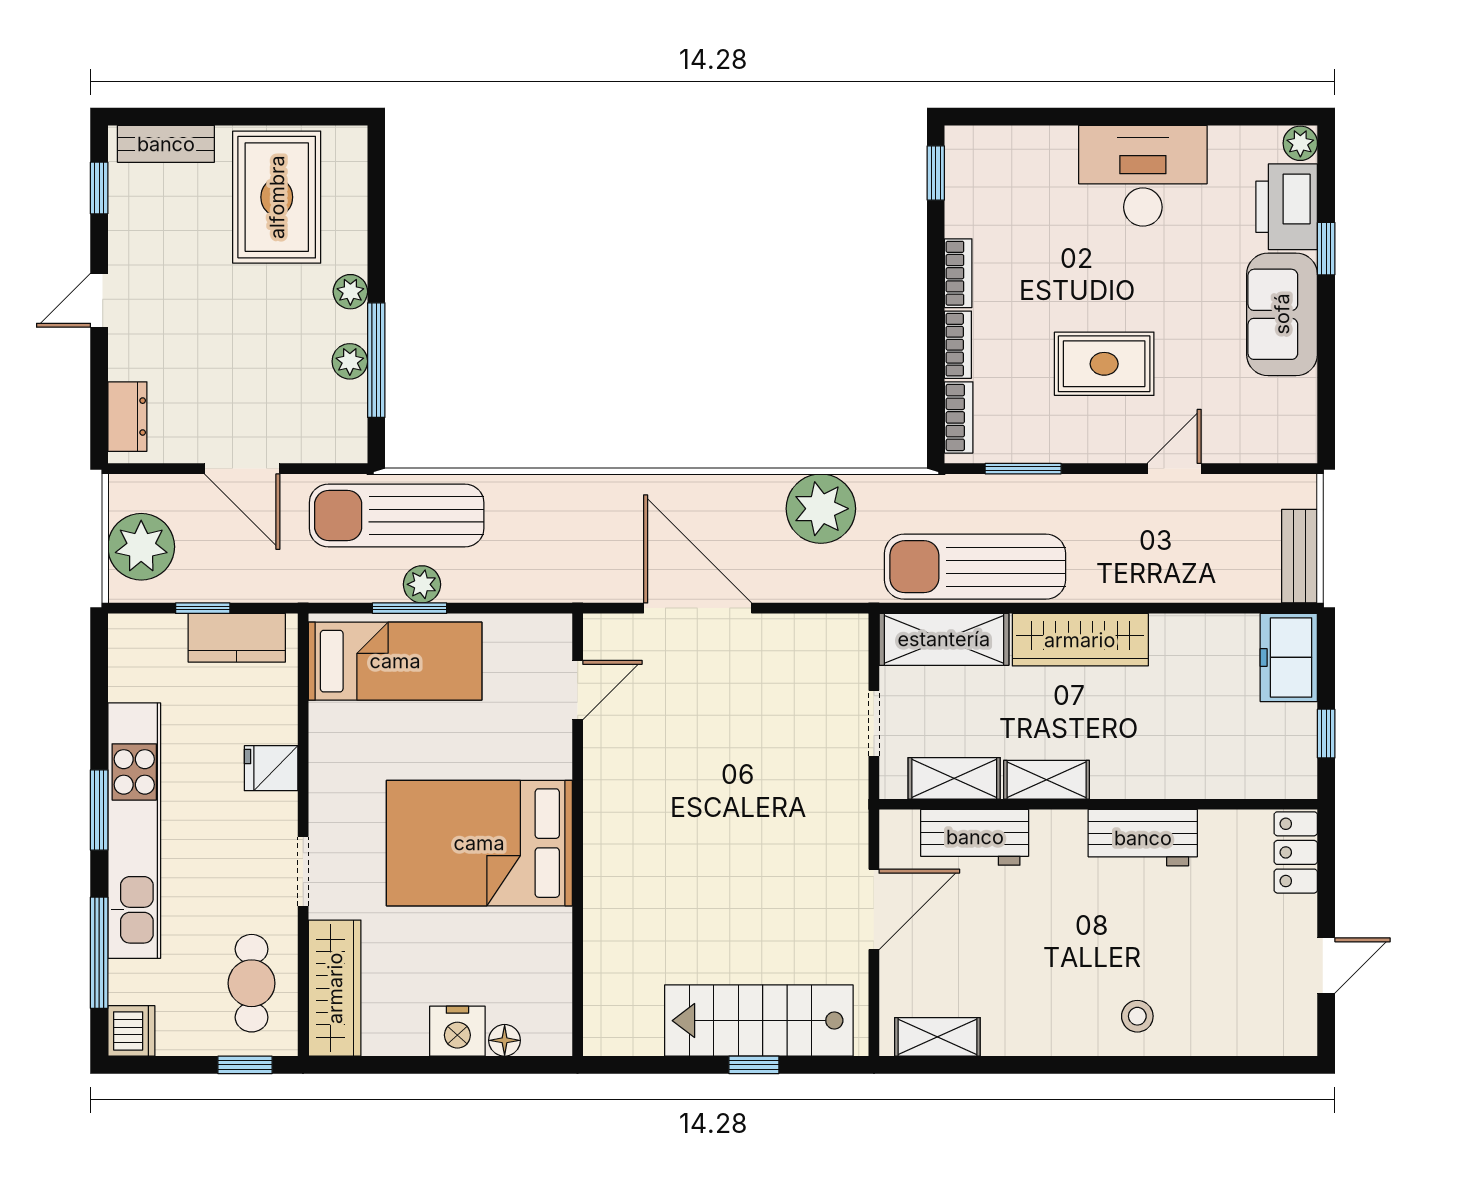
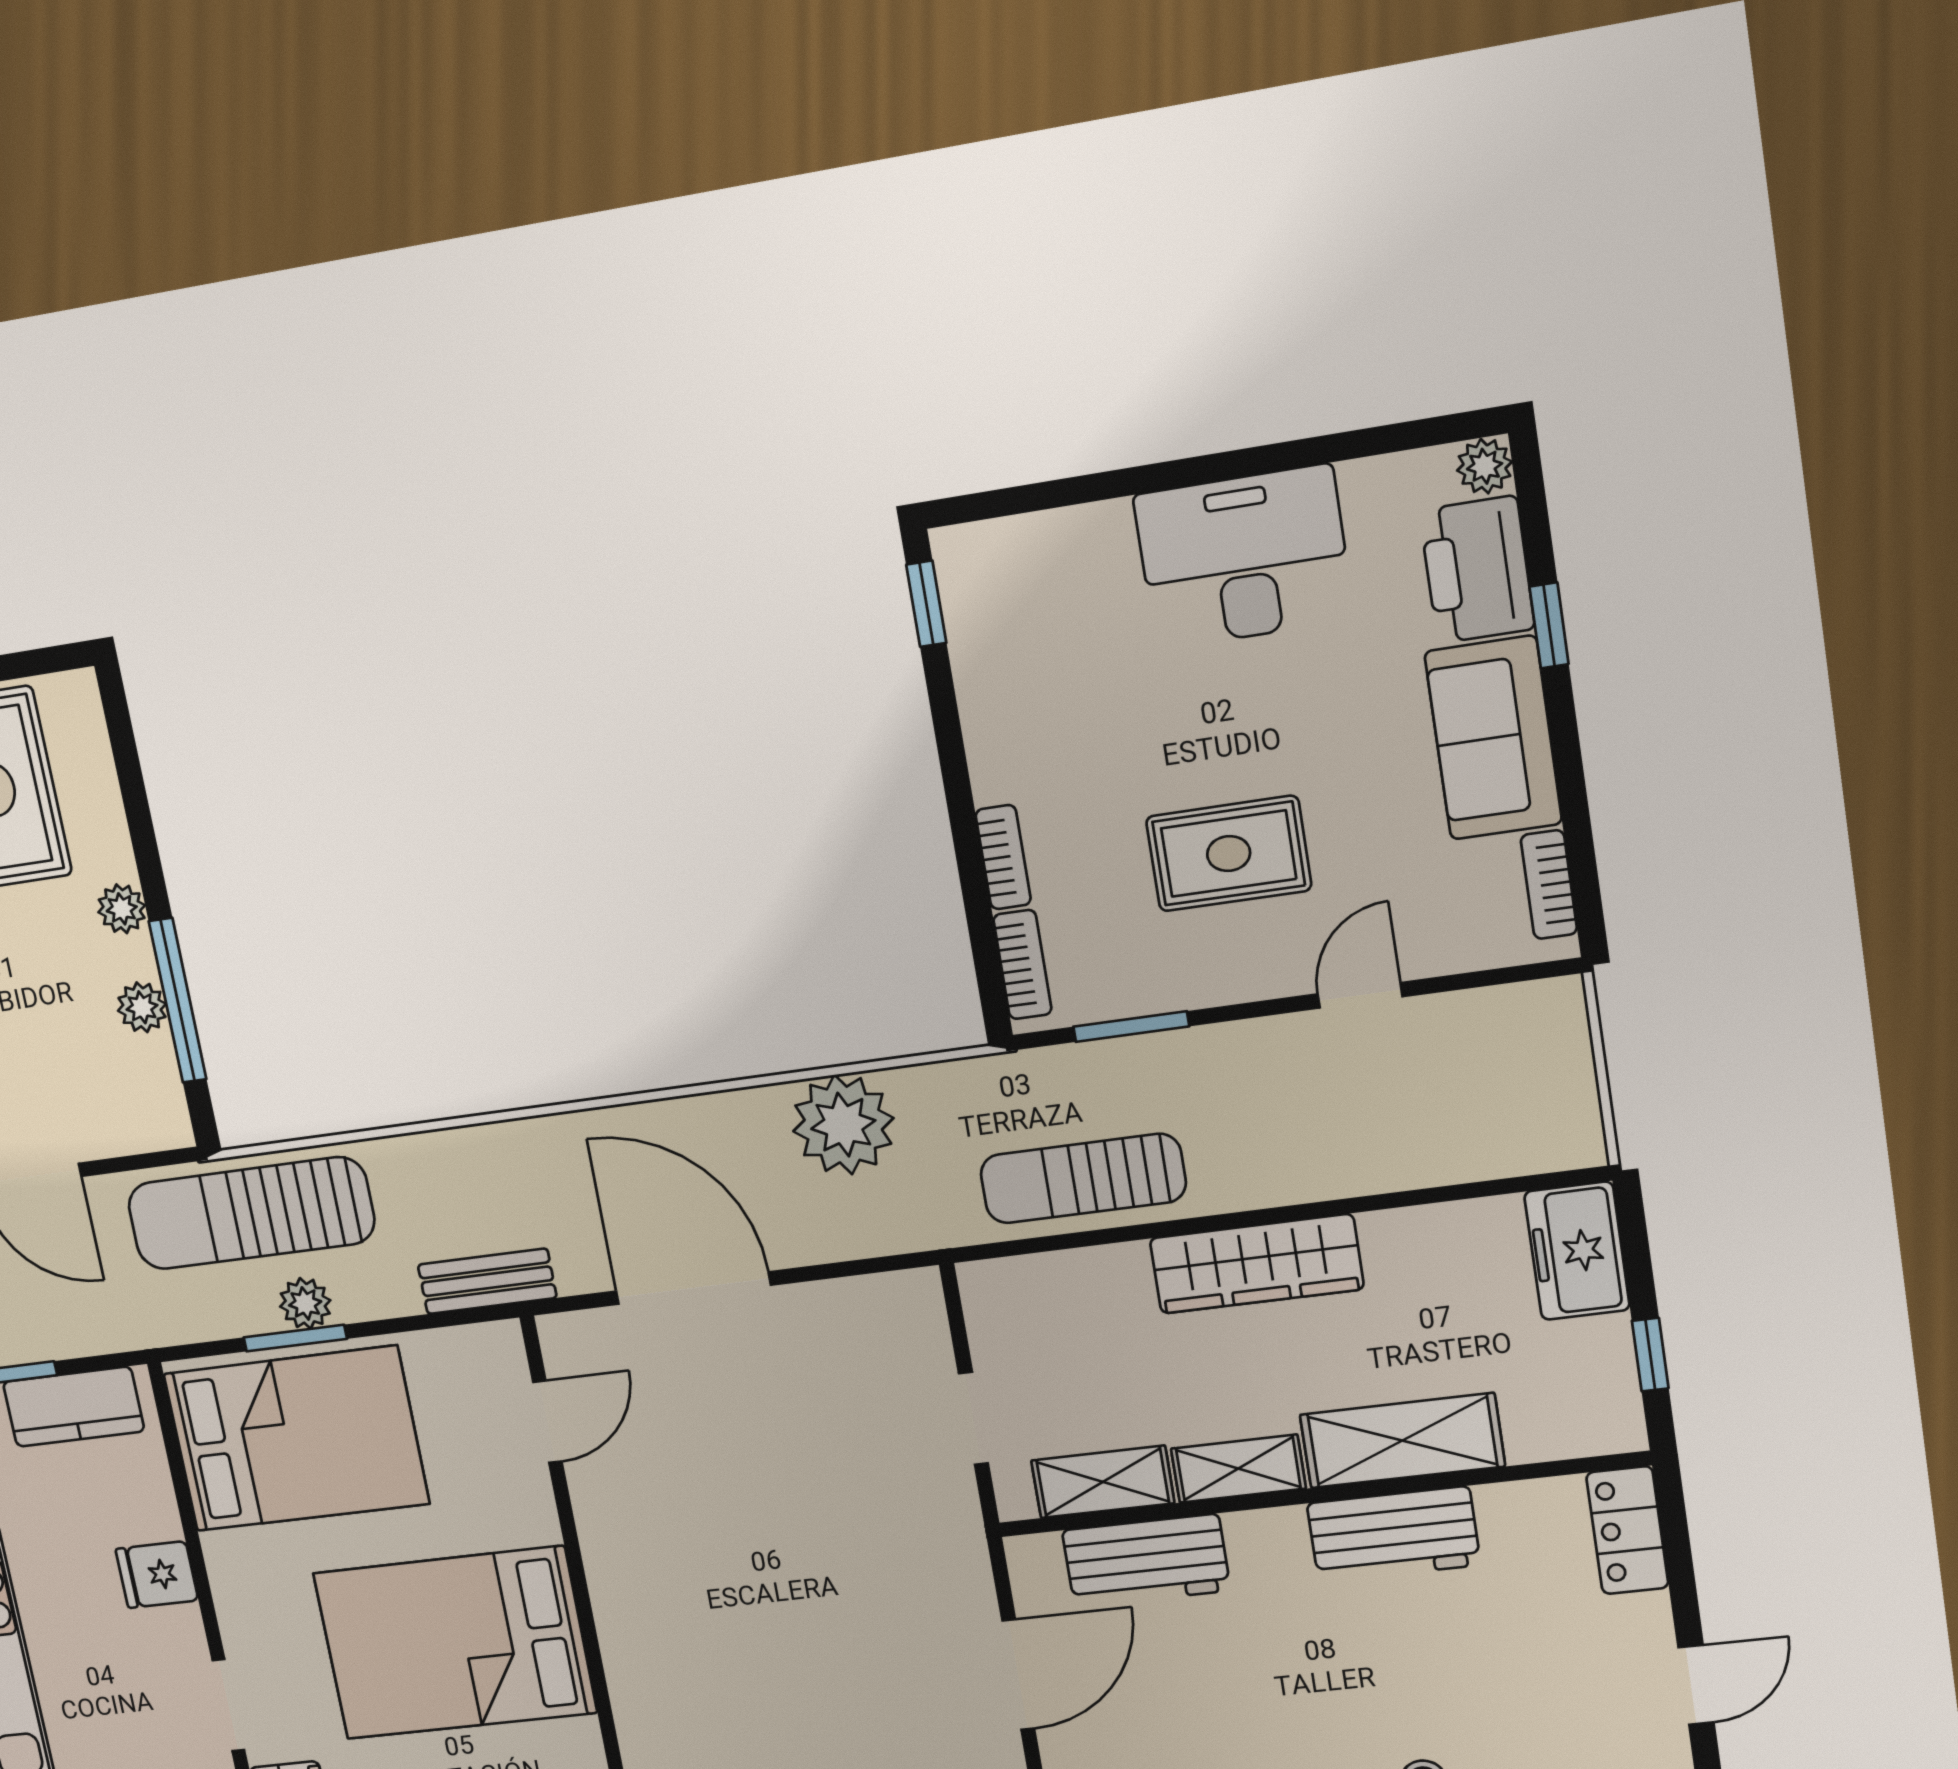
bookcase: (958, 273) -> (1549, 885), moved, turned 180
bench: (1300, 556) -> (487, 1281), moved, turned 90
sun lounger: (975, 567) -> (1083, 1178), width x0.73, depth x0.75
shelving: (944, 639) -> (1402, 1441), moved
bed: (395, 661) -> (296, 1439), width x1.50

